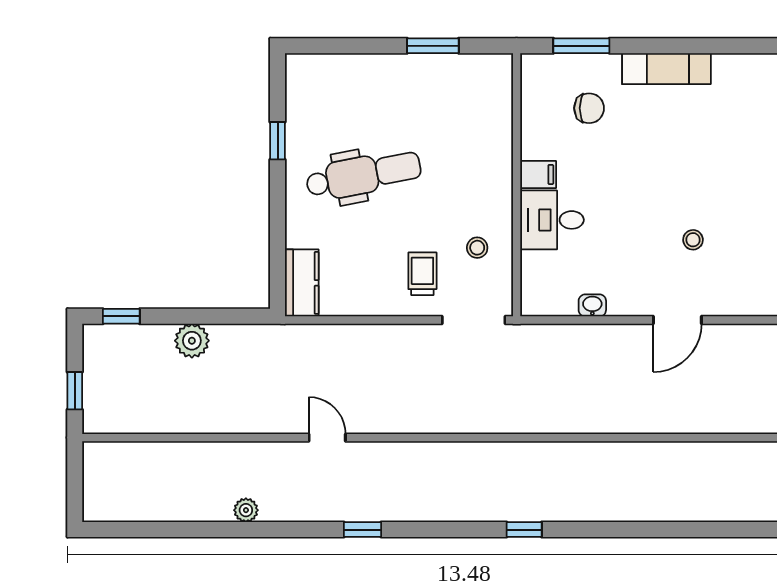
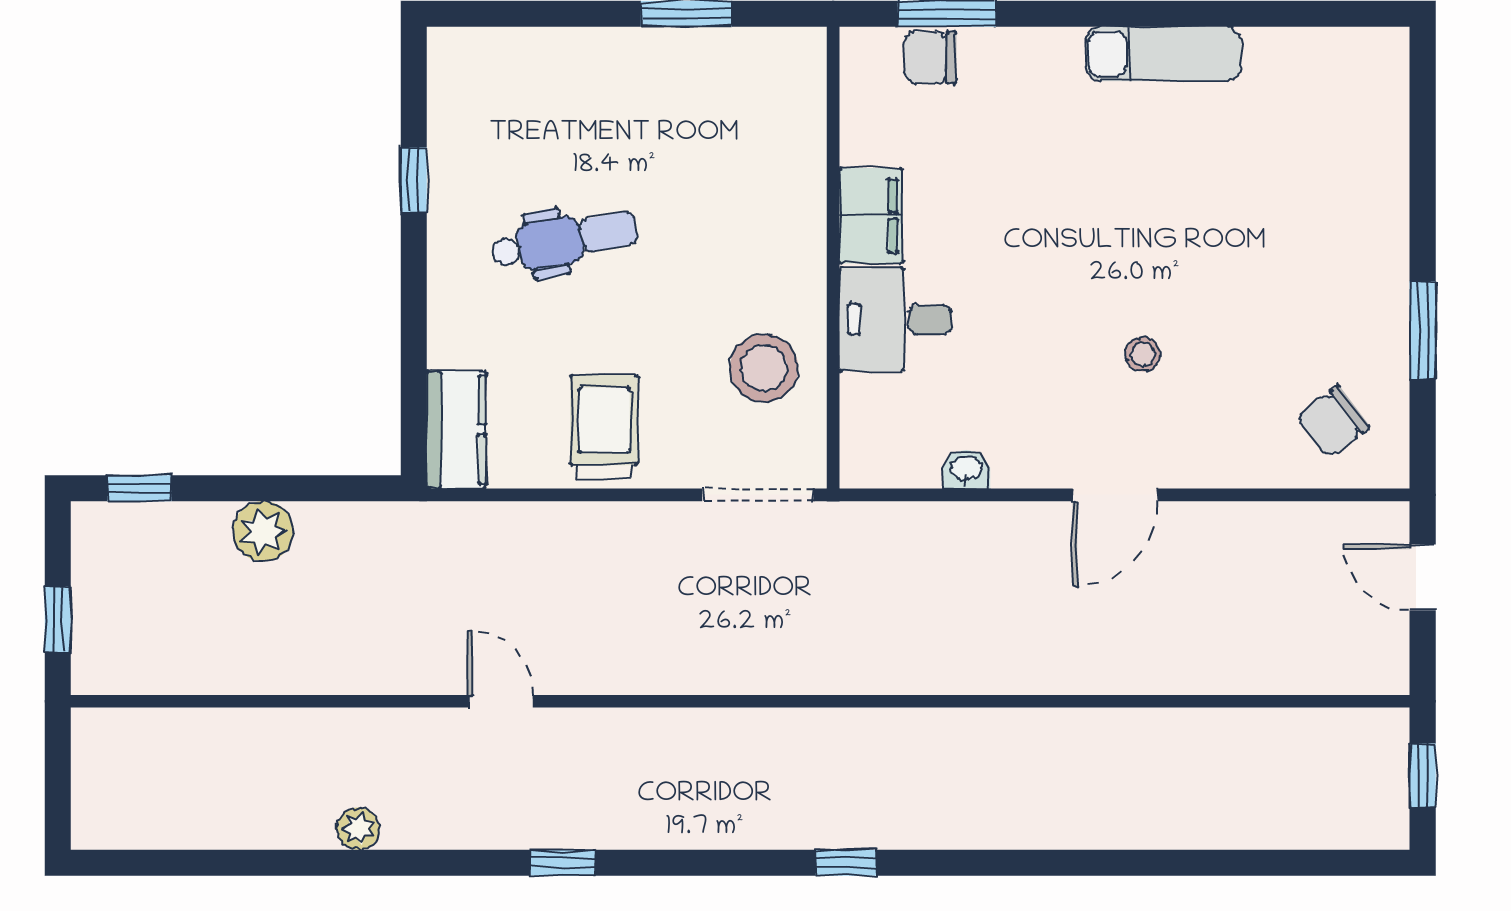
exam couch: (666, 69) -> (1164, 54), moved
chair: (589, 108) -> (930, 57), moved, turned 180
filing cabinet: (538, 174) -> (871, 216), width x2.00
dental chair: (363, 175) -> (564, 240), width x0.73, depth x0.72
stool: (477, 248) -> (764, 368), width x1.89, depth x1.89
trolley: (422, 274) -> (604, 427), moved, width x1.36, depth x1.39

